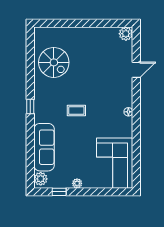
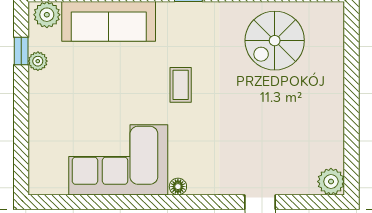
corner sofa: (115, 163) -> (118, 160), moved
plant: (77, 183) -> (38, 61), moved

